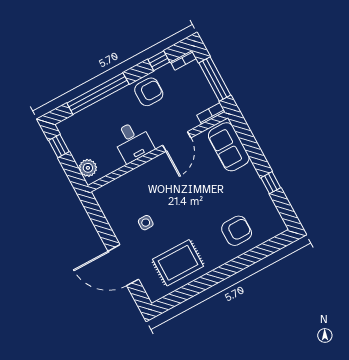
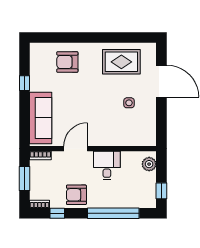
window: (215, 79) -> (24, 179), width x0.69
sofa: (229, 147) -> (41, 118), width x1.36

